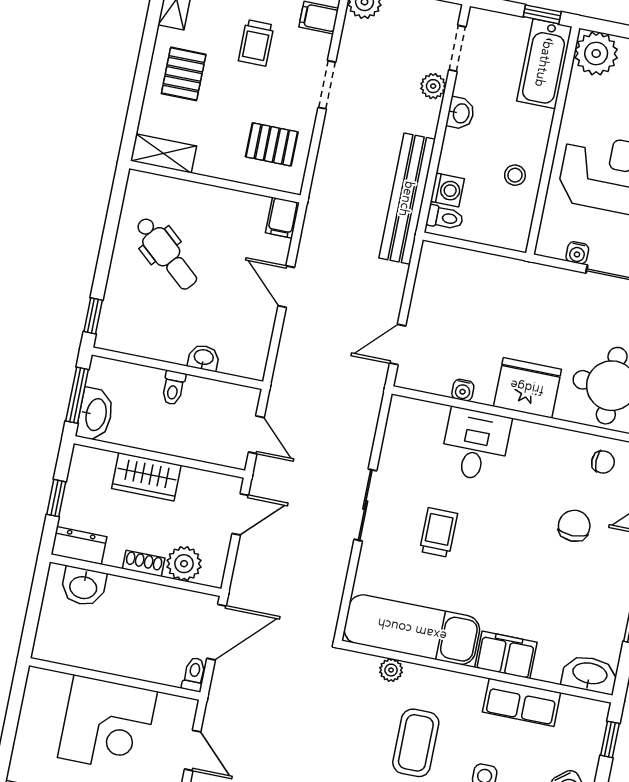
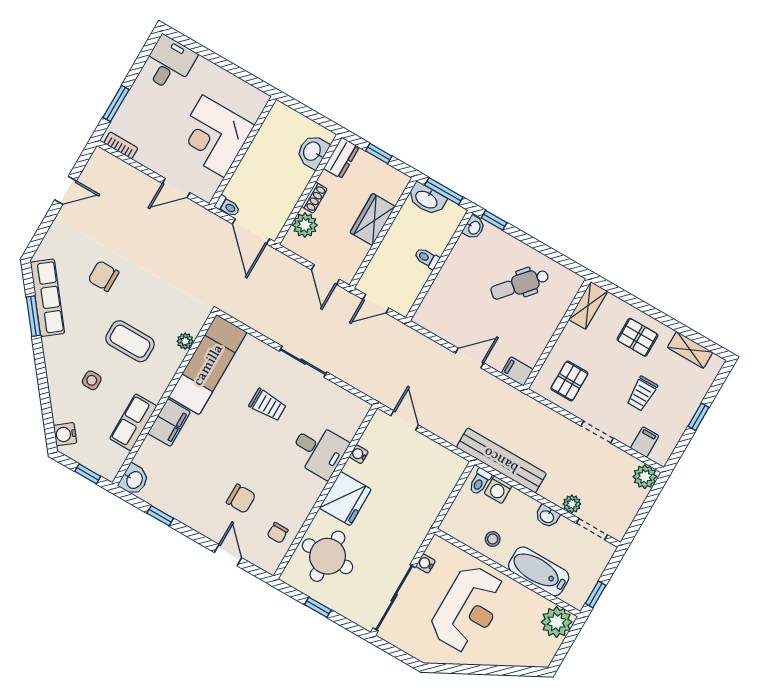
trolley: (256, 43) -> (642, 394), turned -90
bathtub: (544, 64) -> (539, 571), moved
washbasin: (204, 358) -> (474, 228), moved
washbasin: (590, 674) -> (134, 480), width x0.72

